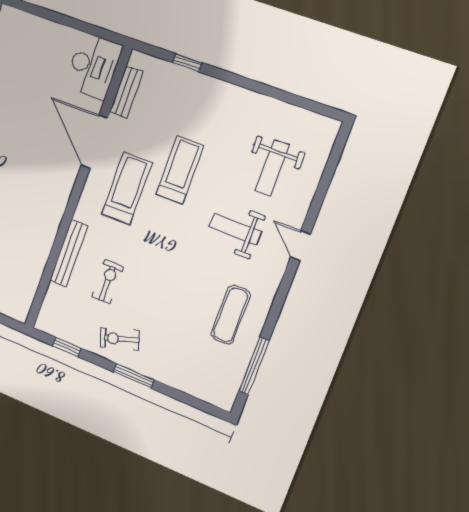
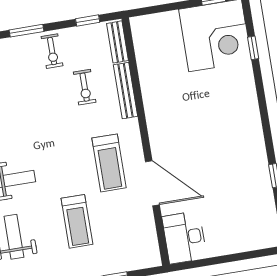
bench: (126, 92) -> (117, 42), moved
treadmill: (180, 170) -> (77, 221), moved
exercise bike: (120, 339) -> (52, 51), turned 108

